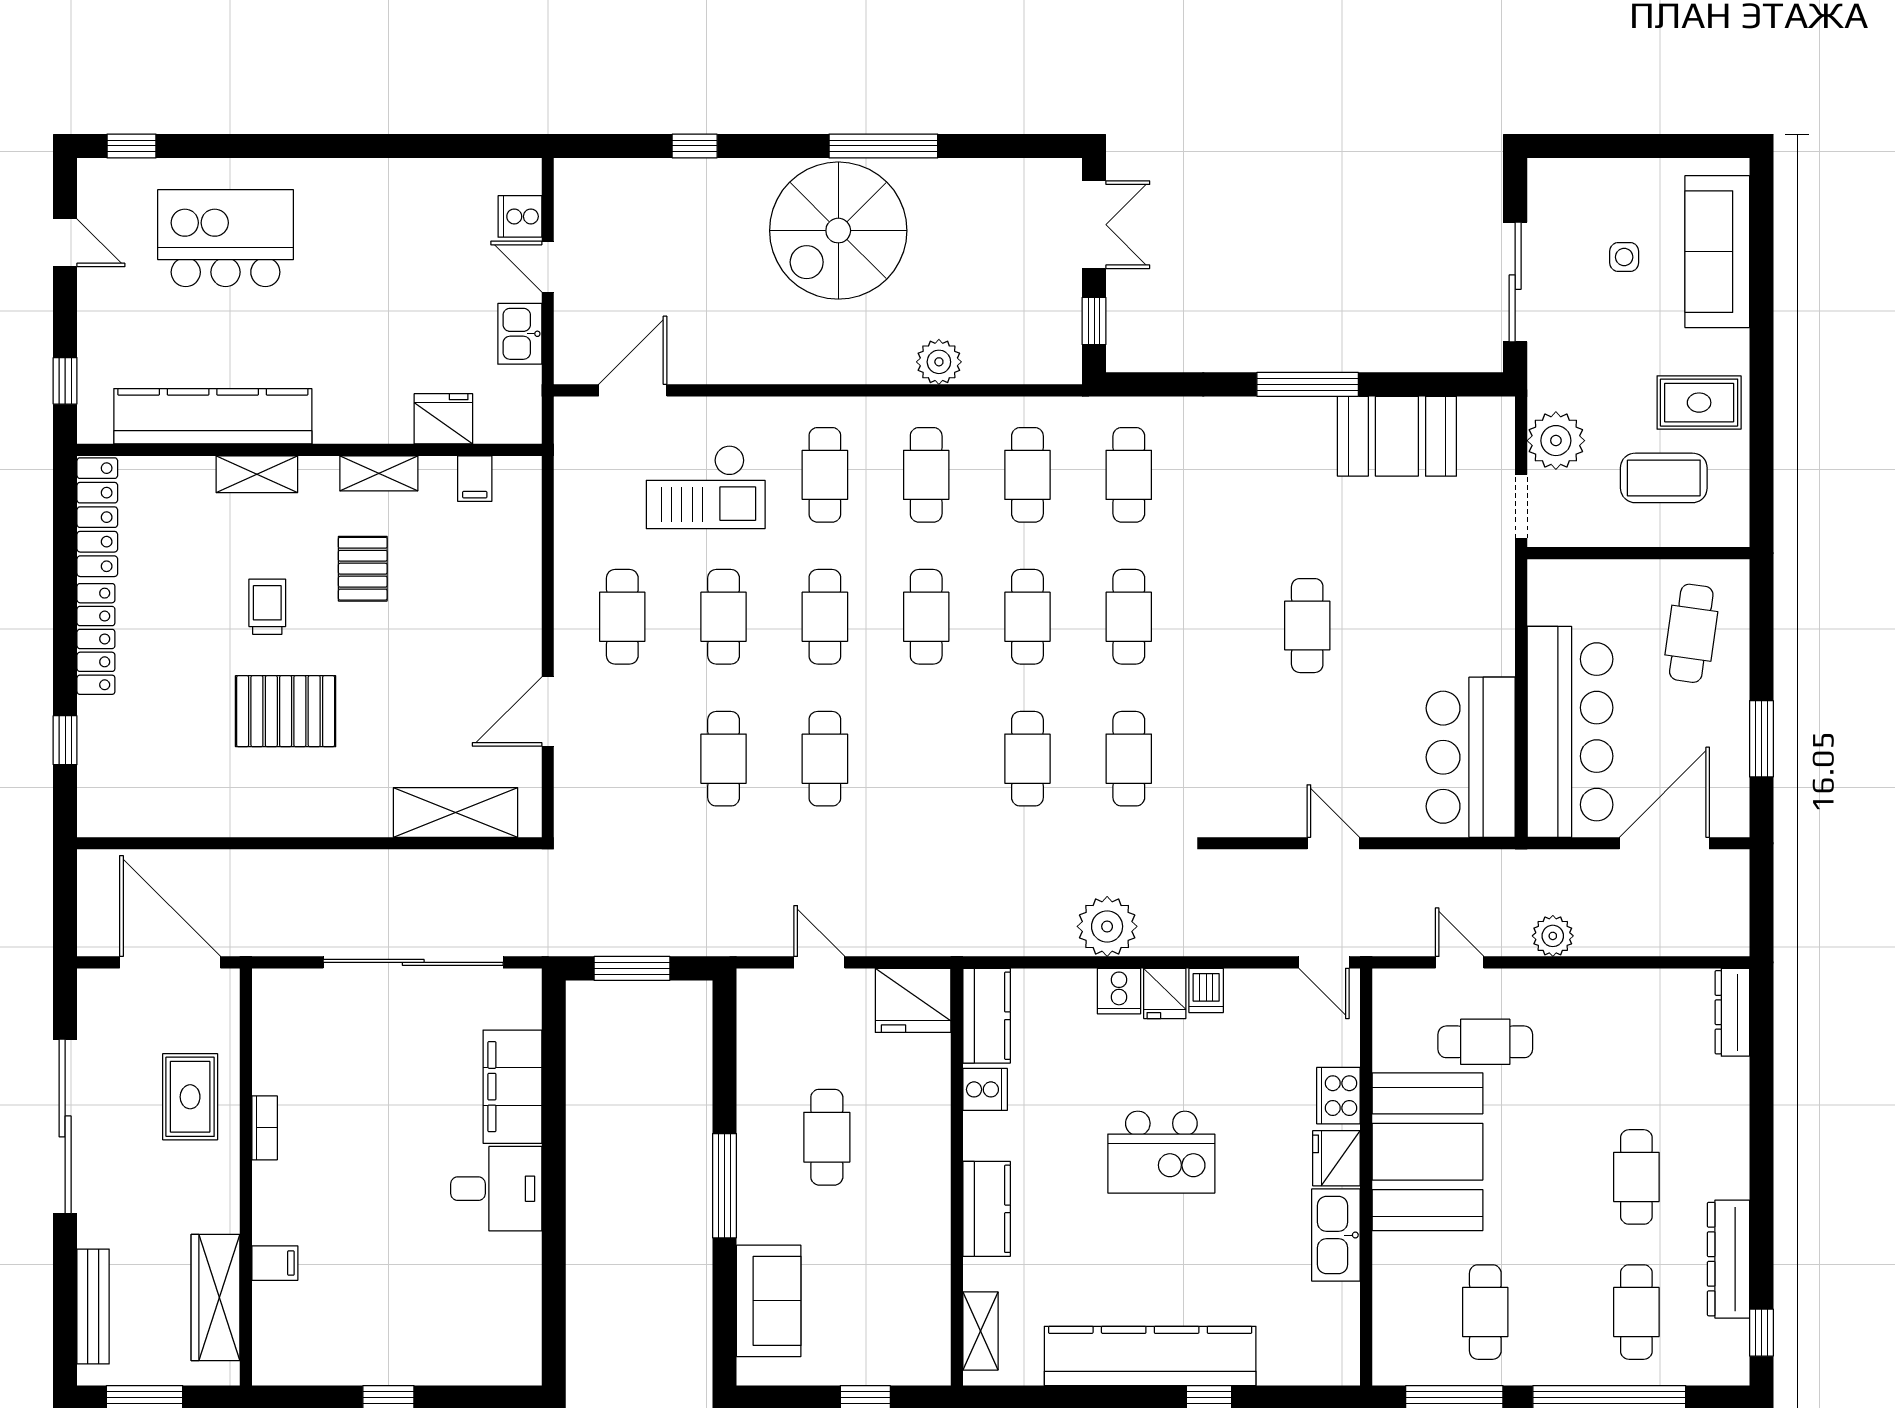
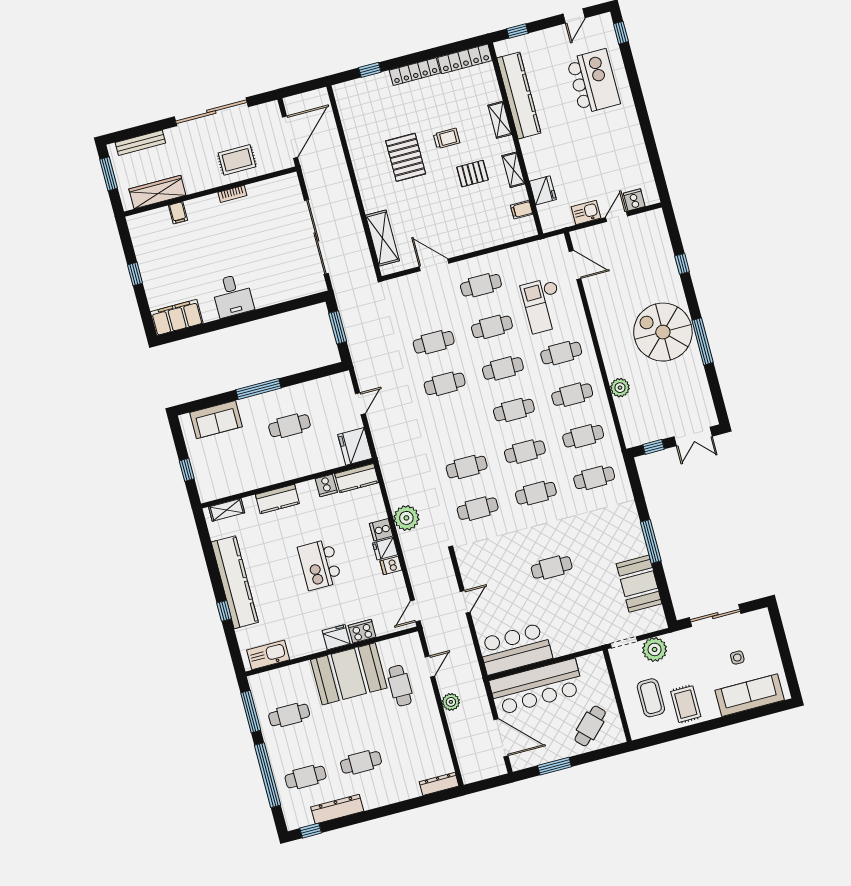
cafe table: (1691, 633) -> (590, 726), turned -53
filing cabinet: (512, 1087) -> (177, 317), moved
kitchen sink: (1336, 1235) -> (268, 655), moved

